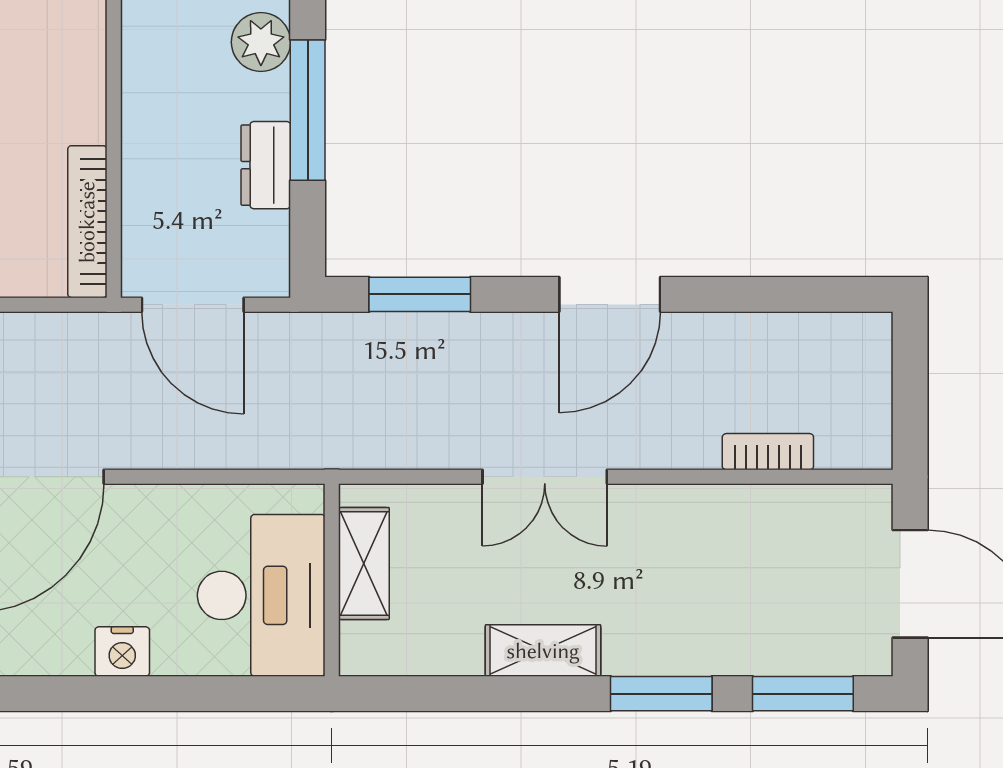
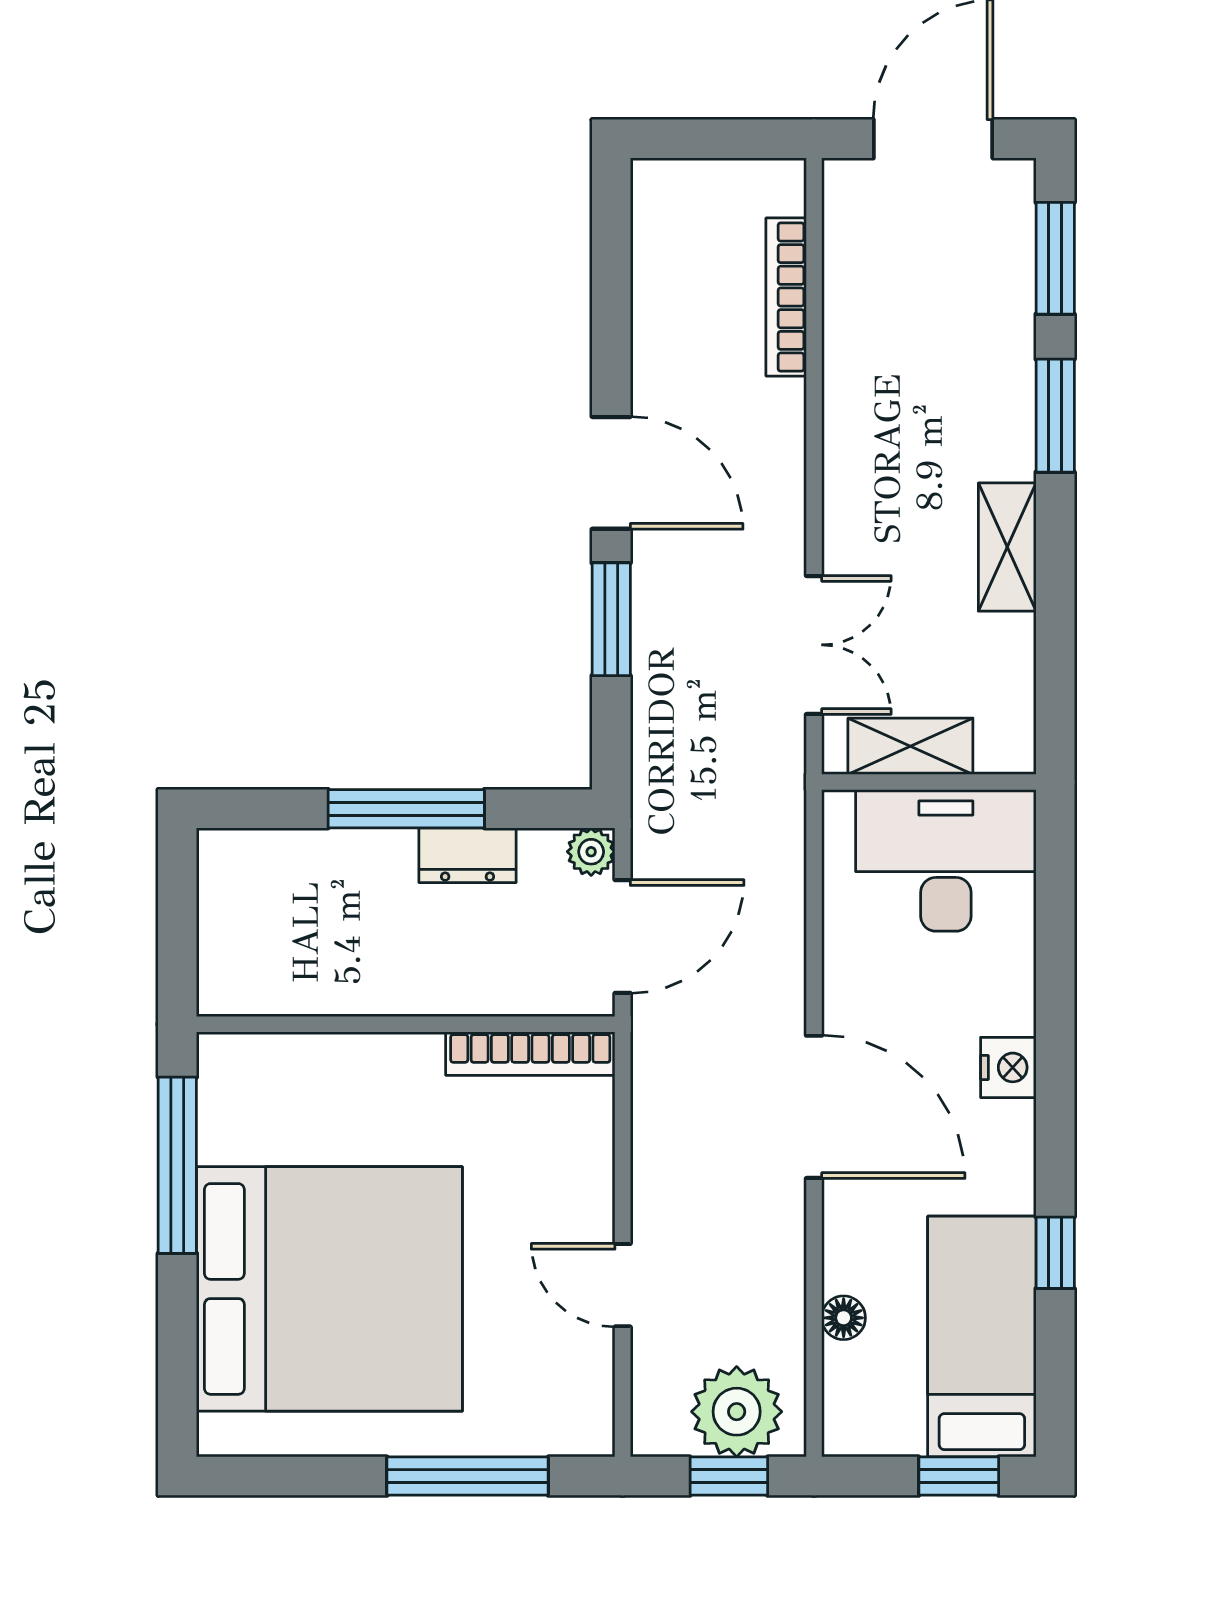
plant: (261, 42) -> (591, 852), moved, width x0.73, depth x0.73
window: (420, 294) -> (611, 619), moved
bookcase: (768, 452) -> (786, 297), width x1.56
double door: (545, 477) -> (814, 645), moved
nightstand: (122, 652) -> (1008, 1067), moved

